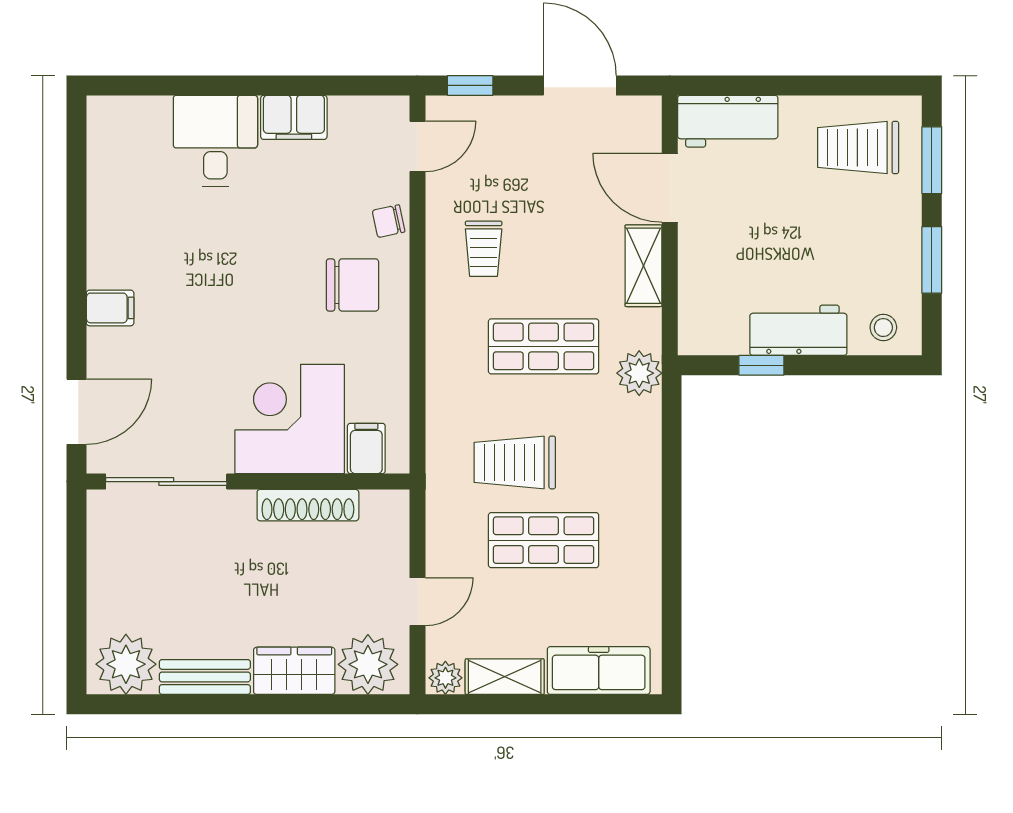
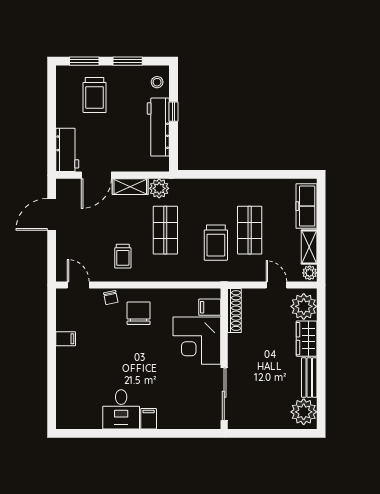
window: (470, 85) -> (52, 262), removed
filing cabinet: (294, 117) -> (66, 339), width x0.50
desk: (215, 141) -> (121, 409), moved, turned -90
trolley: (858, 147) -> (95, 95), moved
trolley: (484, 249) -> (123, 256), turned 90
workbench: (798, 330) -> (158, 127), width x1.37
window: (761, 365) -> (174, 112), moved
plant: (639, 373) -> (159, 188), moved
door: (76, 412) -> (194, 433), removed
shoe rack: (308, 505) -> (234, 311), moved

